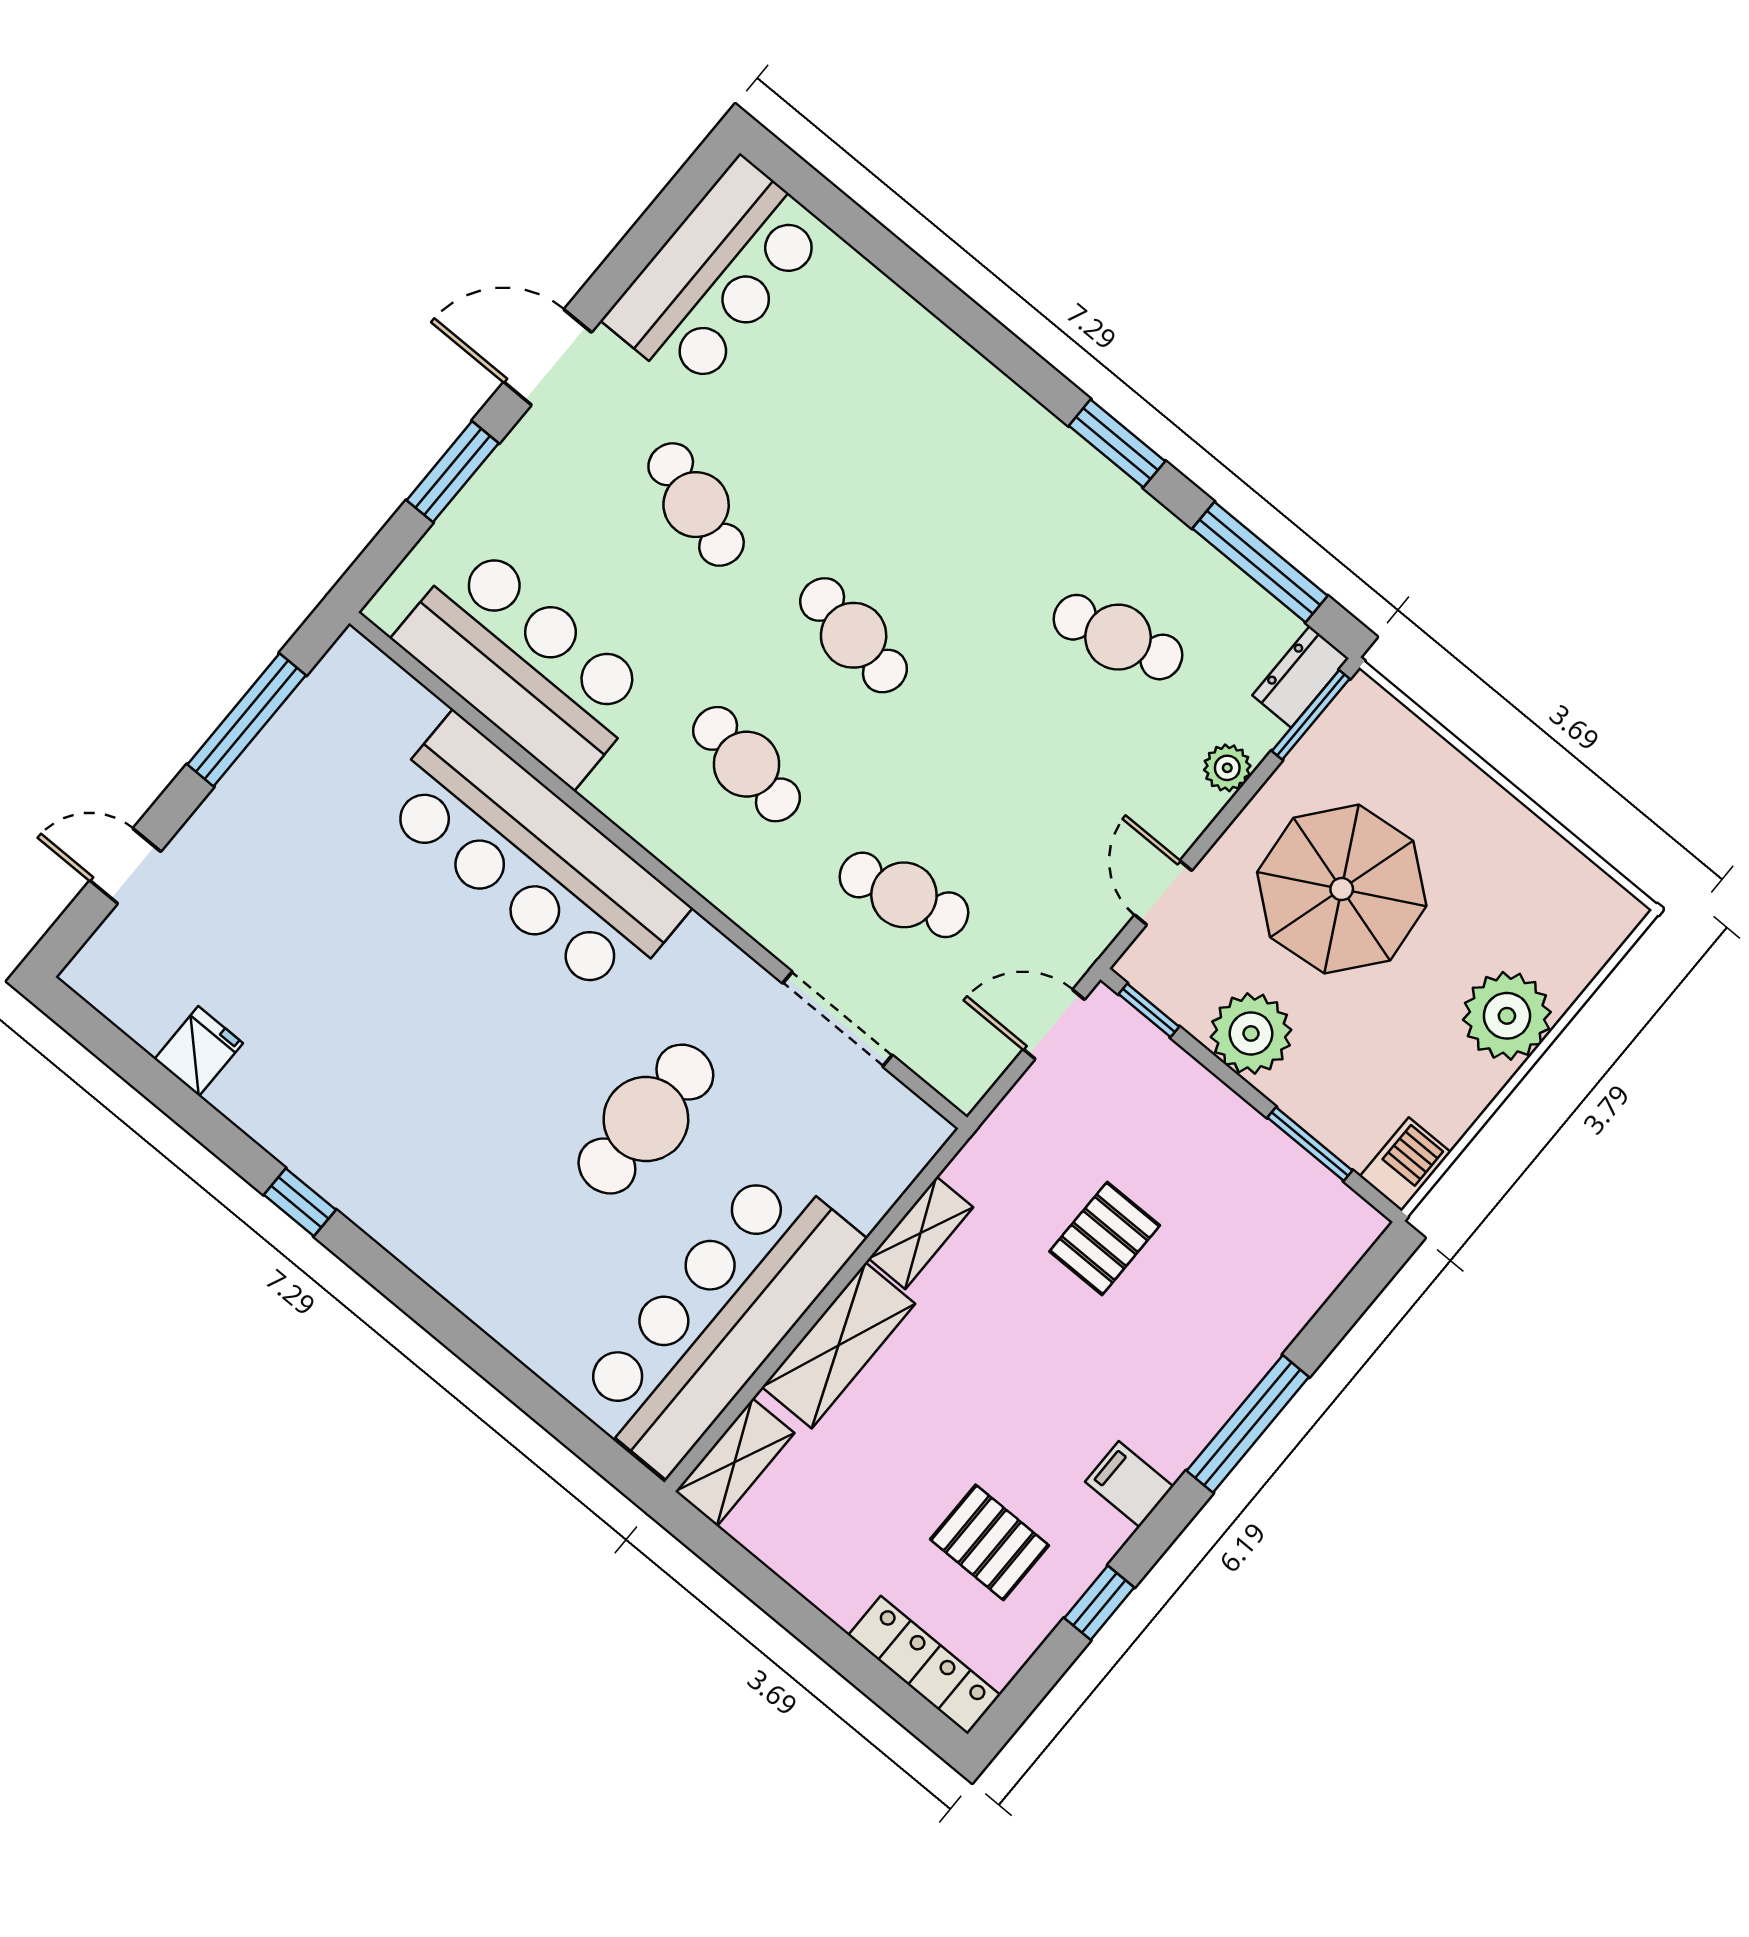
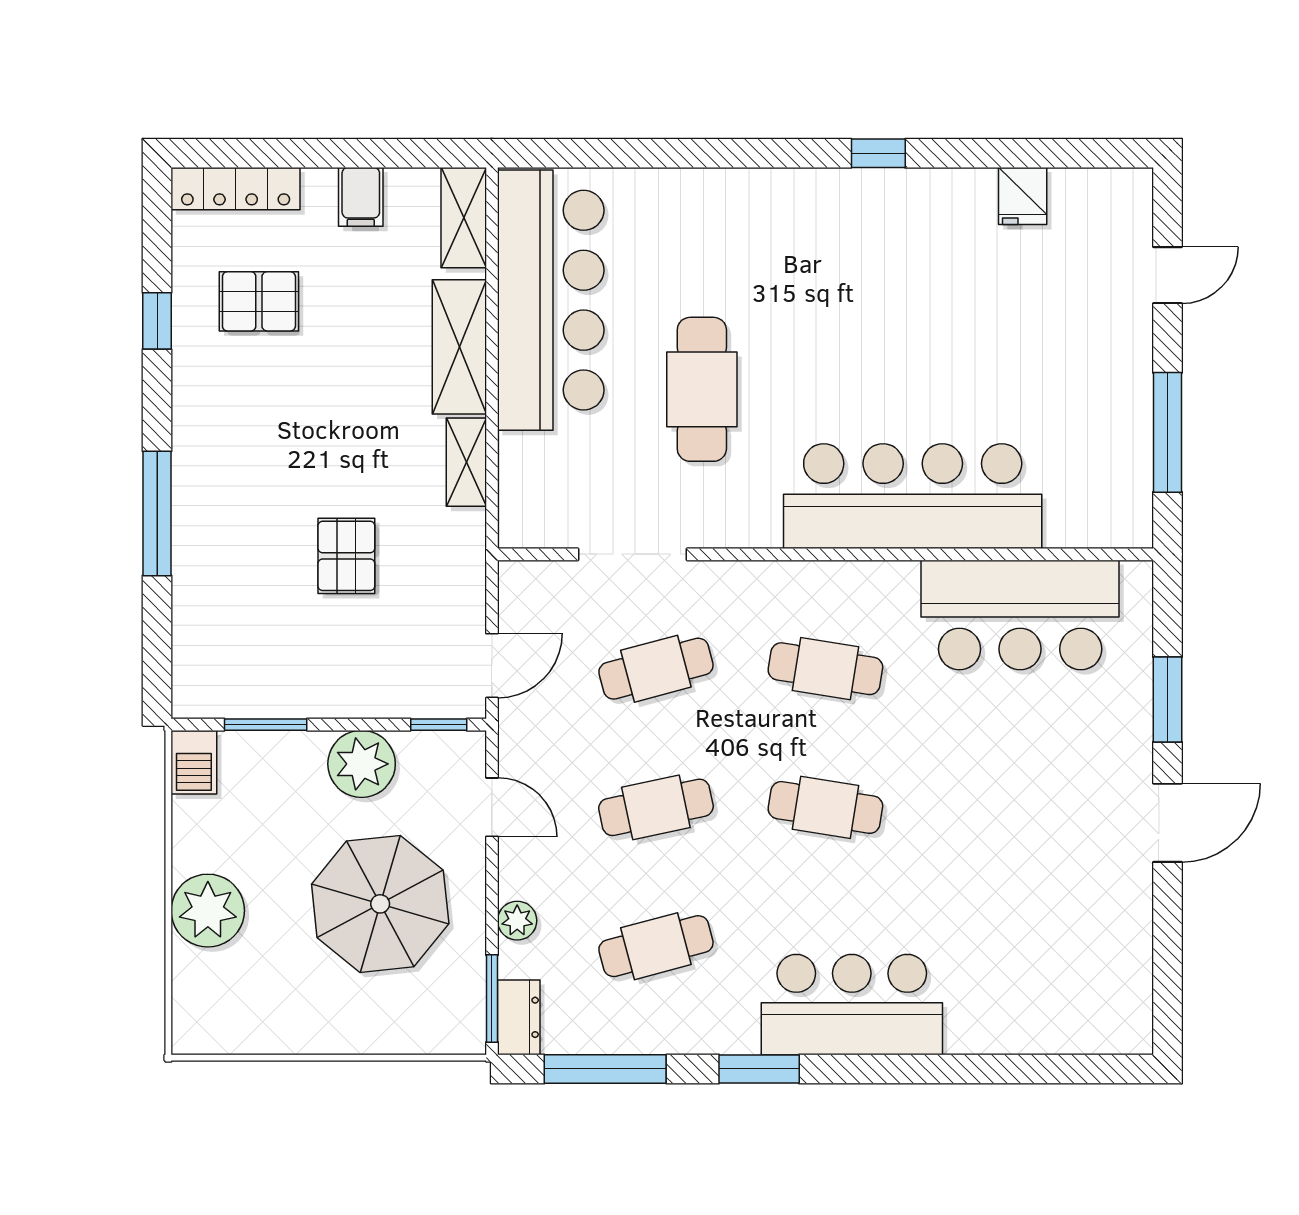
bar counter: (717, 275) -> (852, 1005), moved, turned 90
cafe table: (696, 505) -> (656, 807), moved, turned -30
filing cabinet: (1129, 1484) -> (361, 197), moved, turned 90

